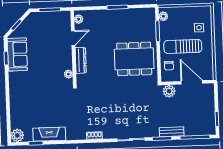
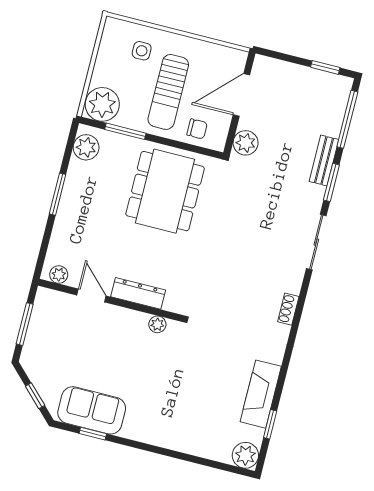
plant: (144, 14) -> (86, 147), added
plant: (163, 16) -> (102, 104), width x1.88, depth x1.88

